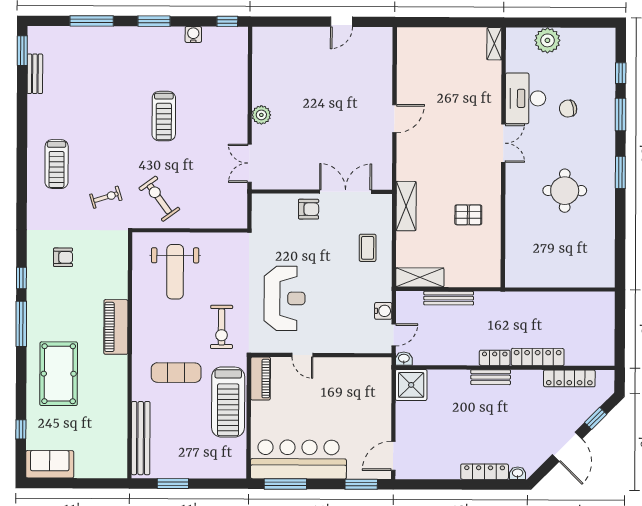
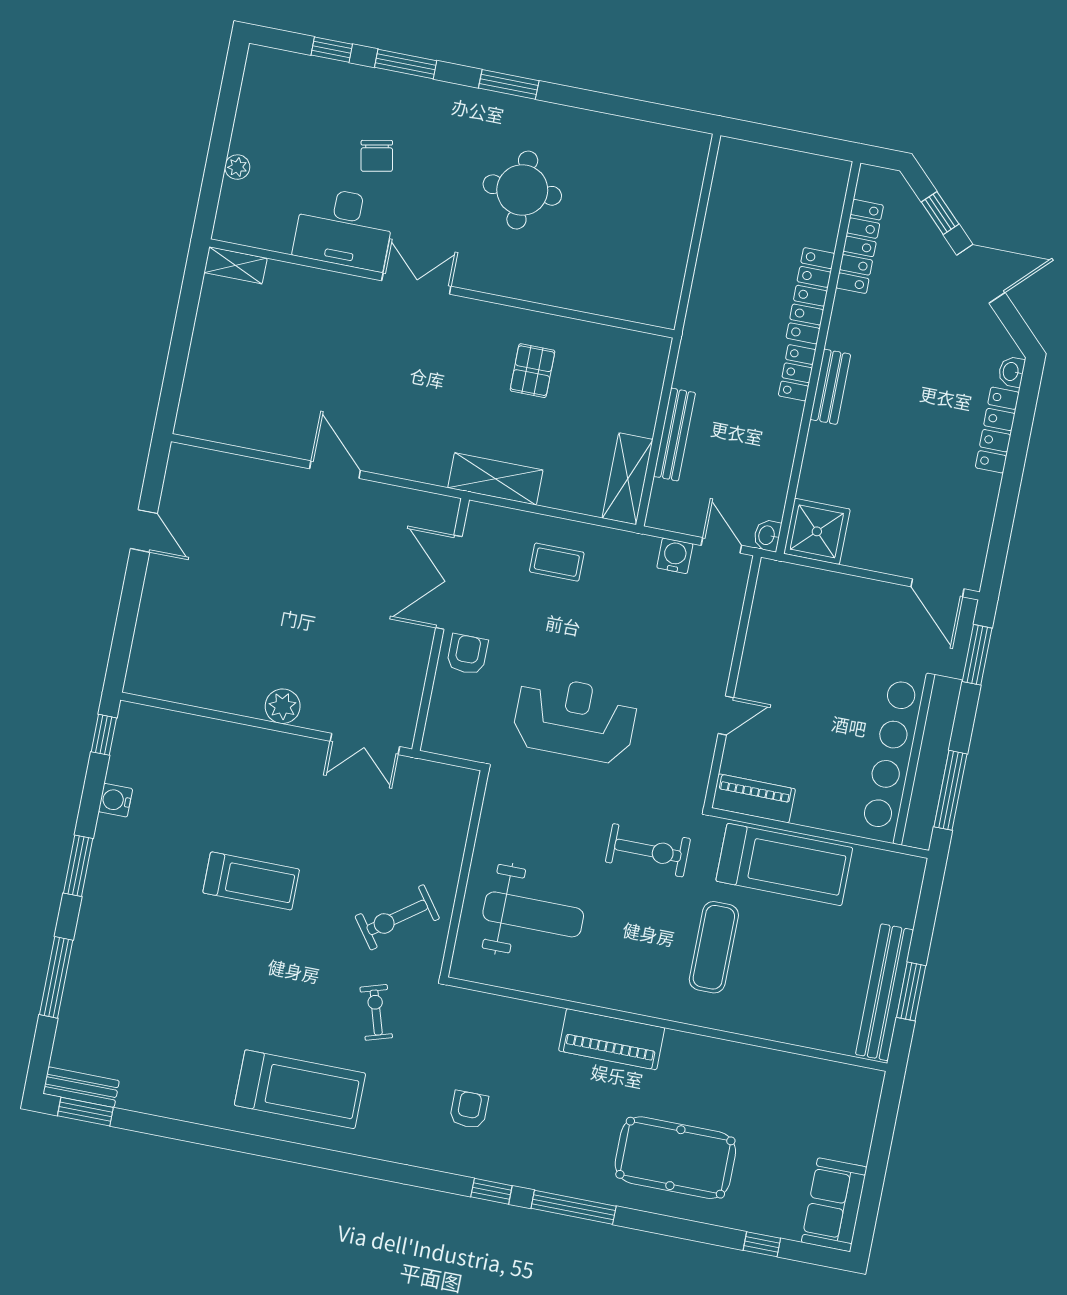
plant: (547, 40) -> (237, 167), width x0.53, depth x0.53
bench: (35, 74) -> (81, 1087), moved
treadmill: (57, 164) -> (300, 1089), width x1.37, depth x1.38
reception desk: (285, 298) -> (575, 719), moved
bench: (141, 438) -> (885, 992), moved, turned 90

